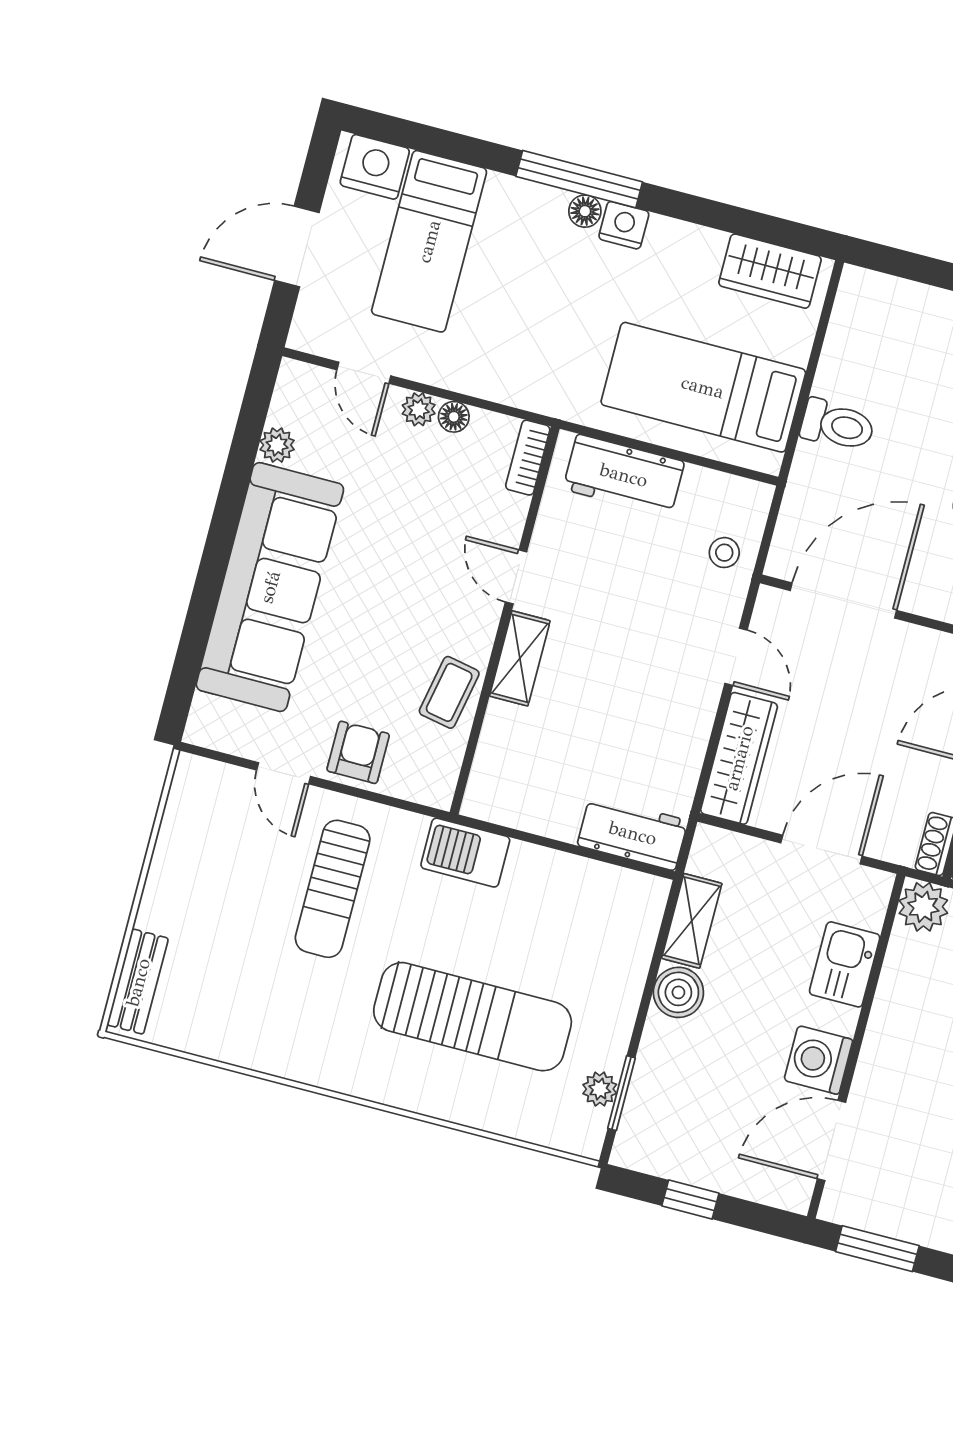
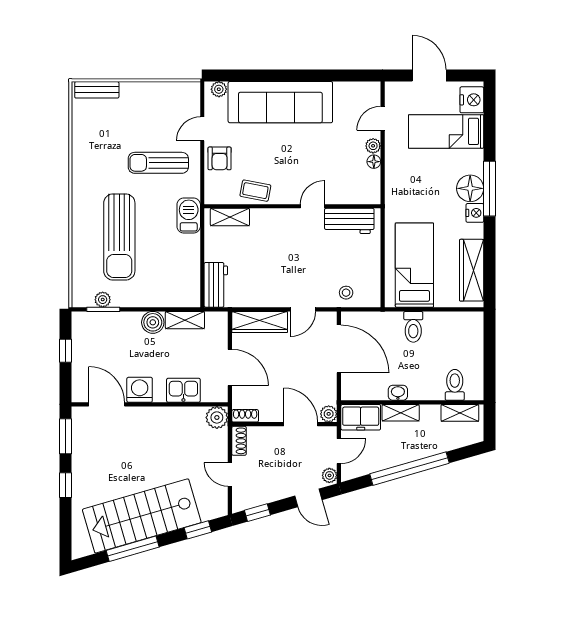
floor lamp: (585, 211) -> (470, 188), width x1.89, depth x1.89
wardrobe: (770, 271) -> (472, 270), width x1.50
plant: (277, 445) -> (219, 89), moved
bookcase: (528, 458) -> (365, 198), removed
workbench: (624, 475) -> (349, 221), moved, turned -90
shelving: (520, 658) -> (230, 217), moved
armchair: (358, 752) -> (220, 158), turned 90

